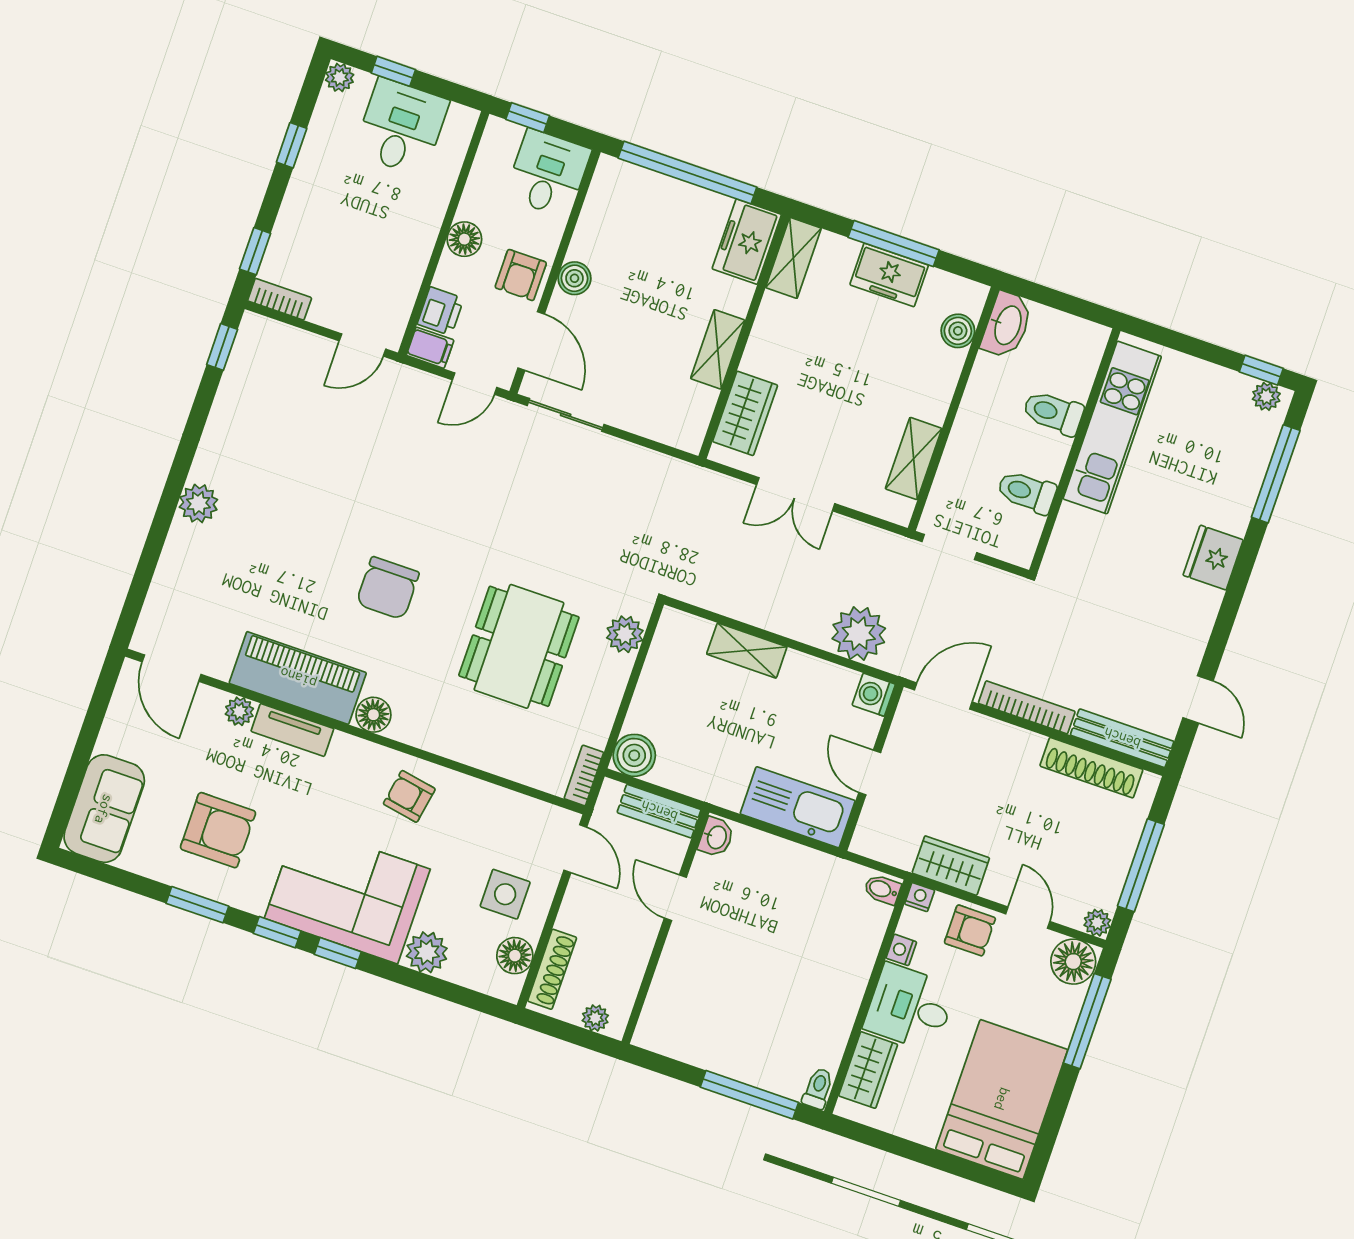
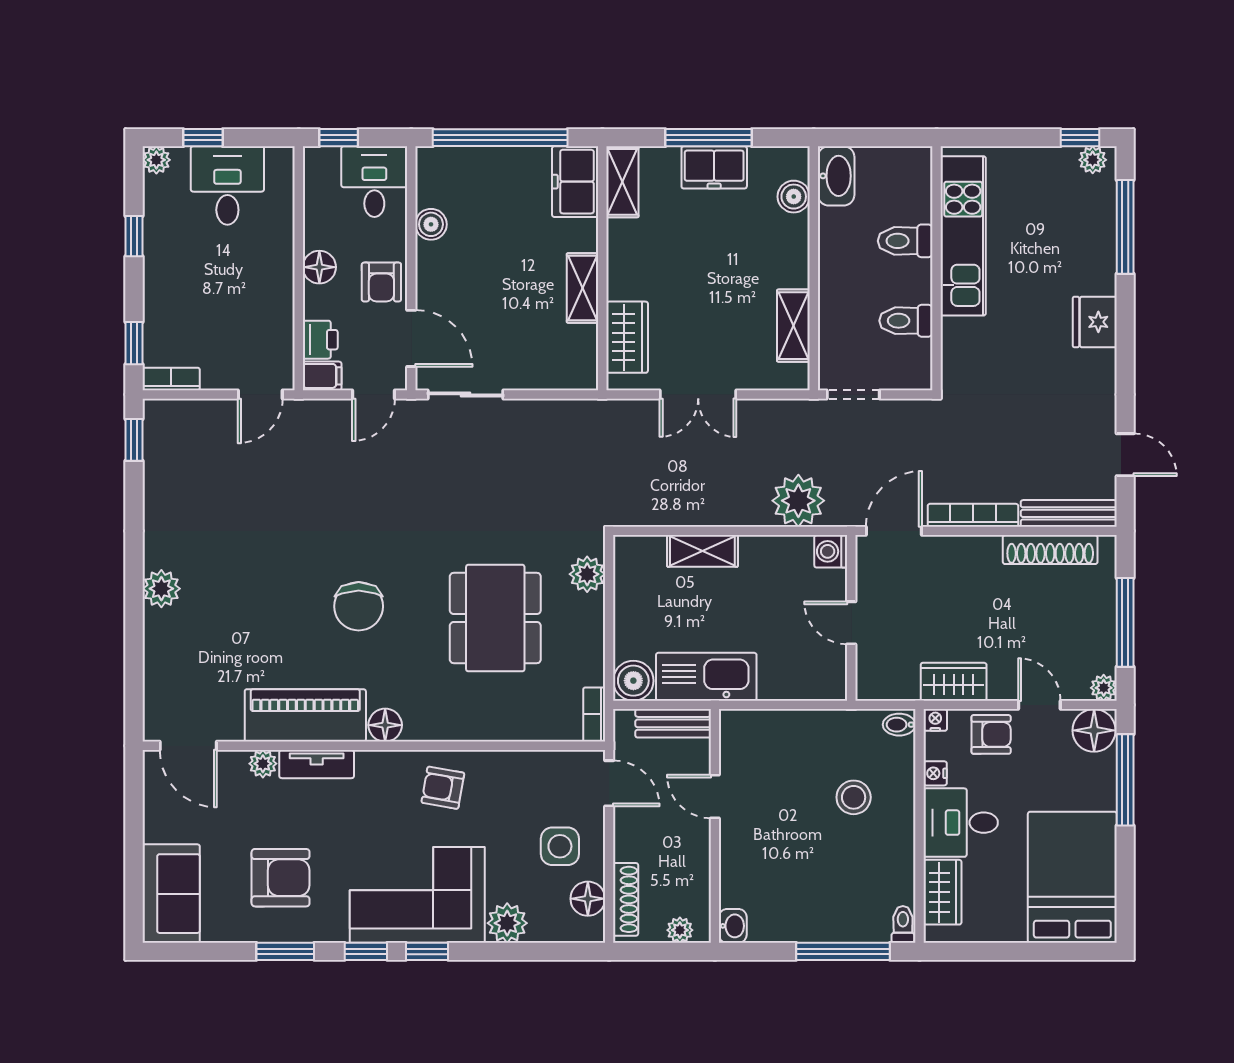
boiler: (574, 278) -> (431, 224), moved
kitchen sink: (798, 807) -> (706, 677), moved
washbasin: (716, 837) -> (733, 926), moved
stool: (812, 946) -> (854, 797), added

